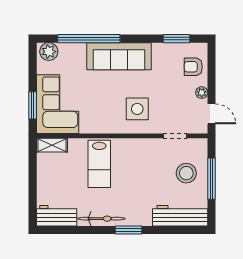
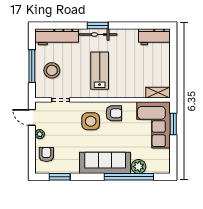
plant: (49, 52) -> (138, 167), moved
armchair: (193, 67) -> (46, 154), turned -90
armchair: (108, 119) -> (114, 113), added
lab bench: (99, 164) -> (100, 71), moved
bicycle: (101, 219) -> (98, 35), moved

